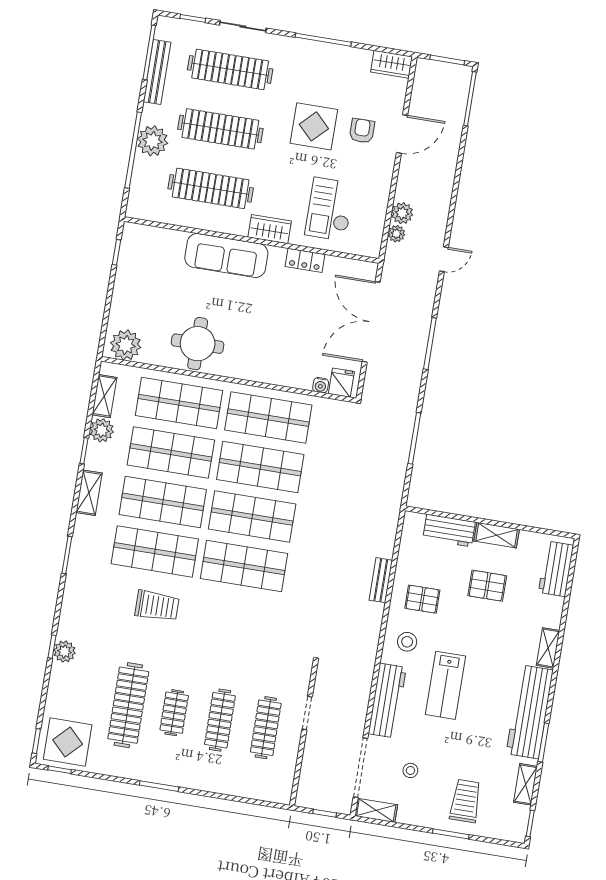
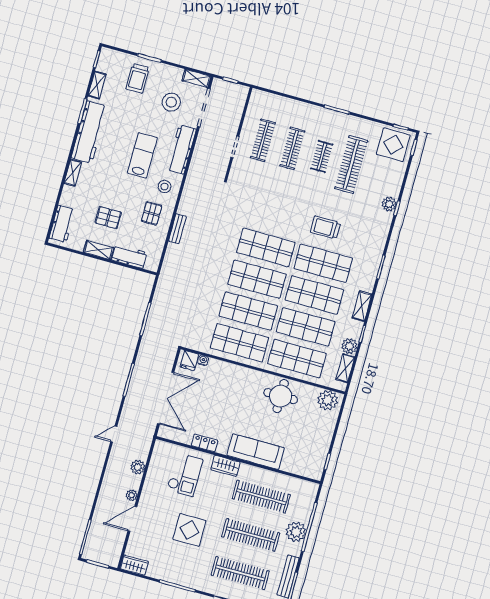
armchair: (362, 131) -> (158, 524), removed
plant: (396, 234) -> (132, 495), moved
pallet: (422, 599) -> (152, 213), turned 90
stool: (410, 770) -> (171, 102), width x1.89, depth x1.89

